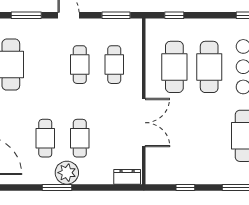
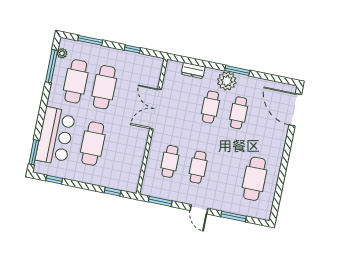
cafe table: (174, 67) -> (104, 87), moved
dresser: (127, 177) -> (193, 71), moved

